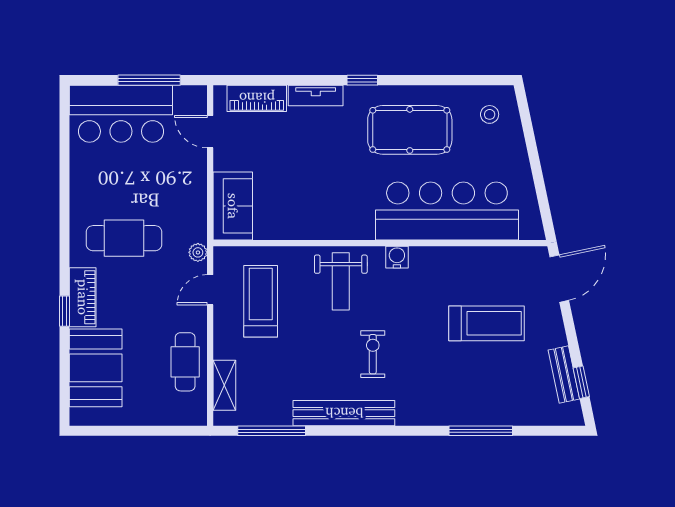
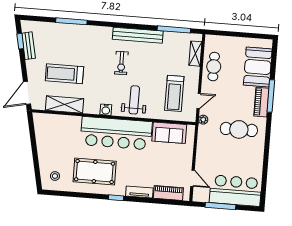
sofa: (233, 206) -> (169, 133), moved, turned -90
bar counter: (447, 211) -> (116, 133), moved
shelving: (482, 261) -> (65, 104), added
window: (65, 311) -> (271, 96), width x2.17

